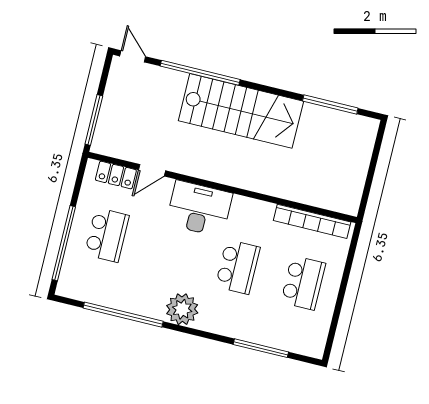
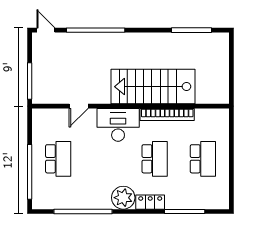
stairs: (241, 111) -> (153, 87), moved, turned 180
locker: (116, 175) -> (150, 202), moved, turned 180
bookcase: (312, 221) -> (167, 114), moved

